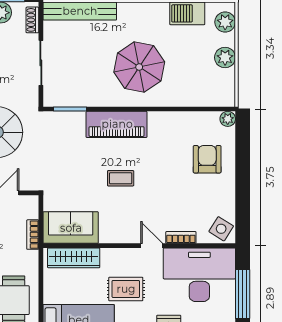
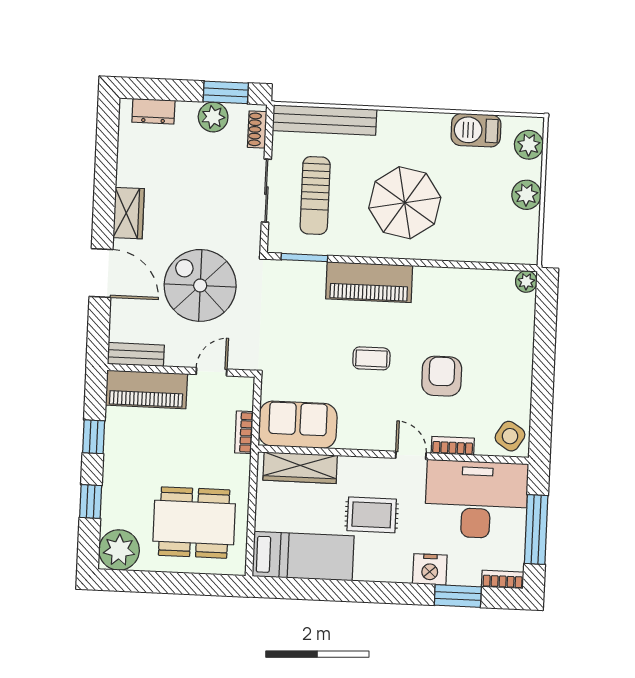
sun lounger: (75, 65) -> (315, 195), added
armchair: (207, 159) -> (442, 376), moved

